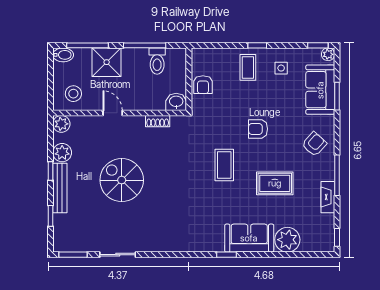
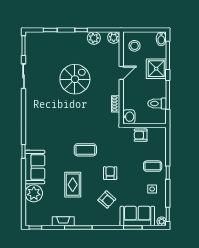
armchair: (314, 144) -> (107, 200), moved
bench: (60, 188) -> (69, 36), removed

